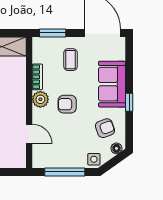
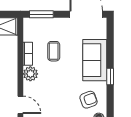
coffee table: (71, 60) -> (54, 51), moved
armchair: (67, 104) -> (55, 78), removed

